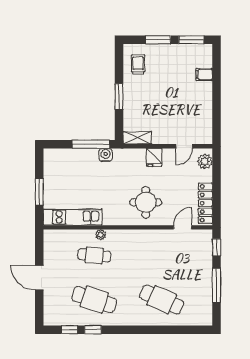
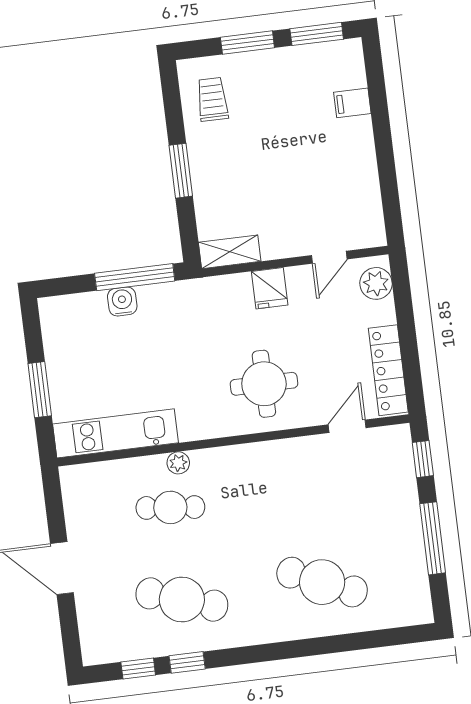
water cooler: (106, 155) -> (122, 301), moved

